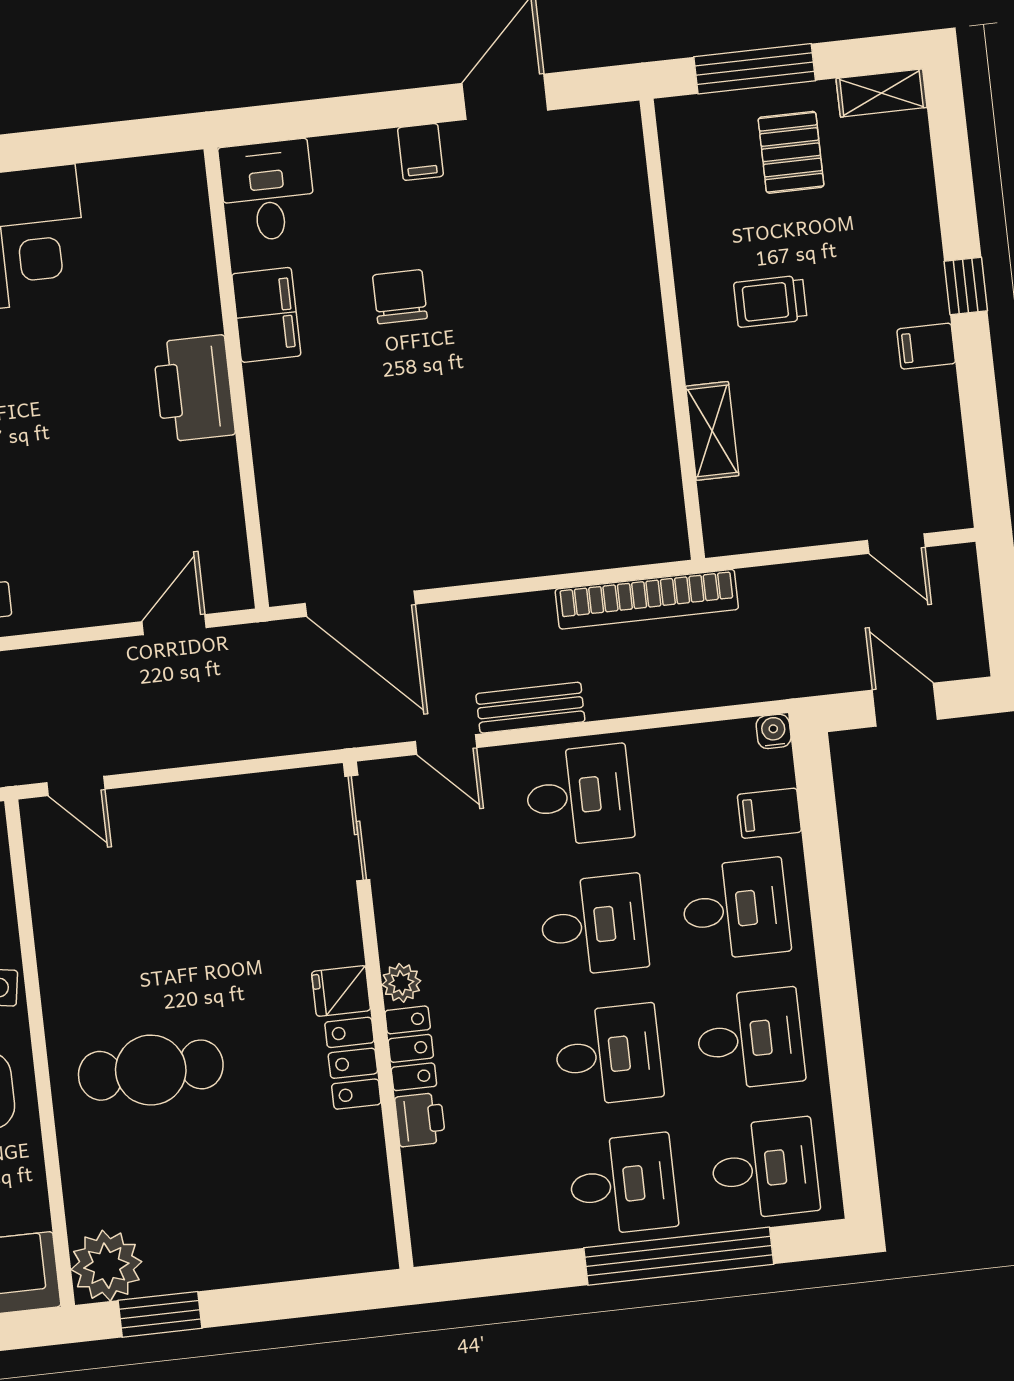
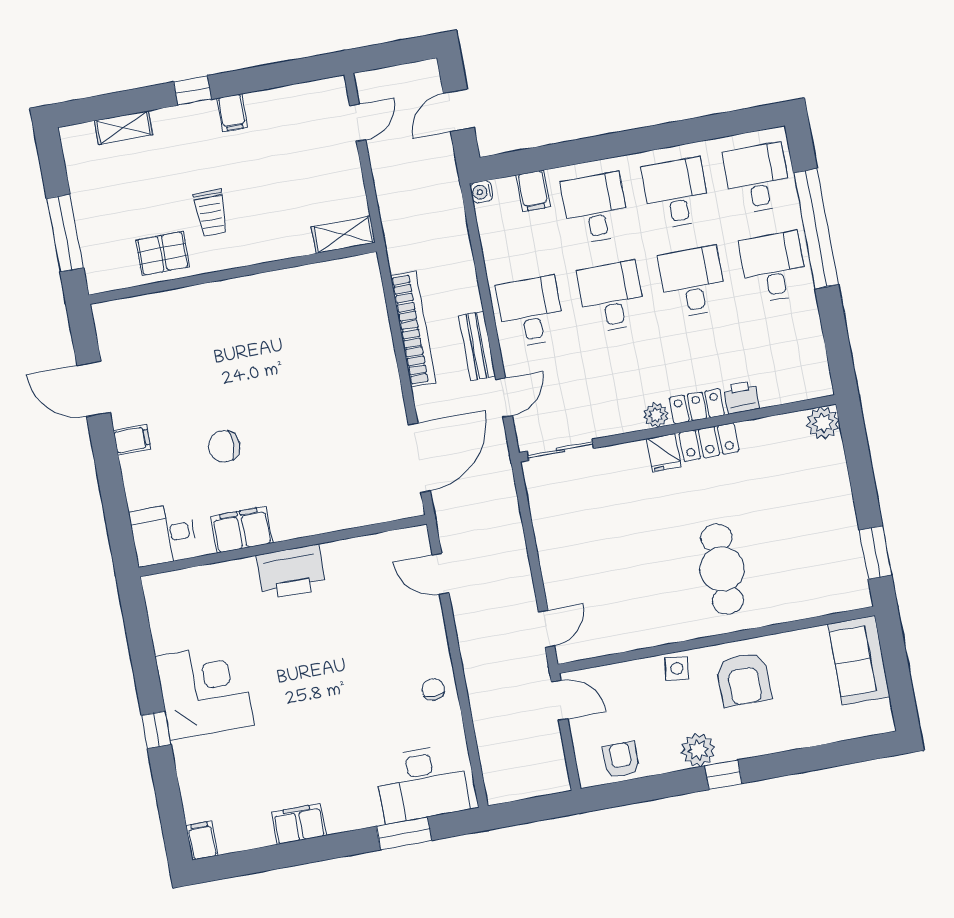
shelving: (881, 93) -> (124, 128), moved, turned 90
pallet: (791, 152) -> (163, 253), moved
shelving: (712, 431) -> (343, 235), moved
bookcase: (647, 599) -> (413, 329), moved
plant: (106, 1266) -> (823, 423), moved, width x0.73, depth x0.73

